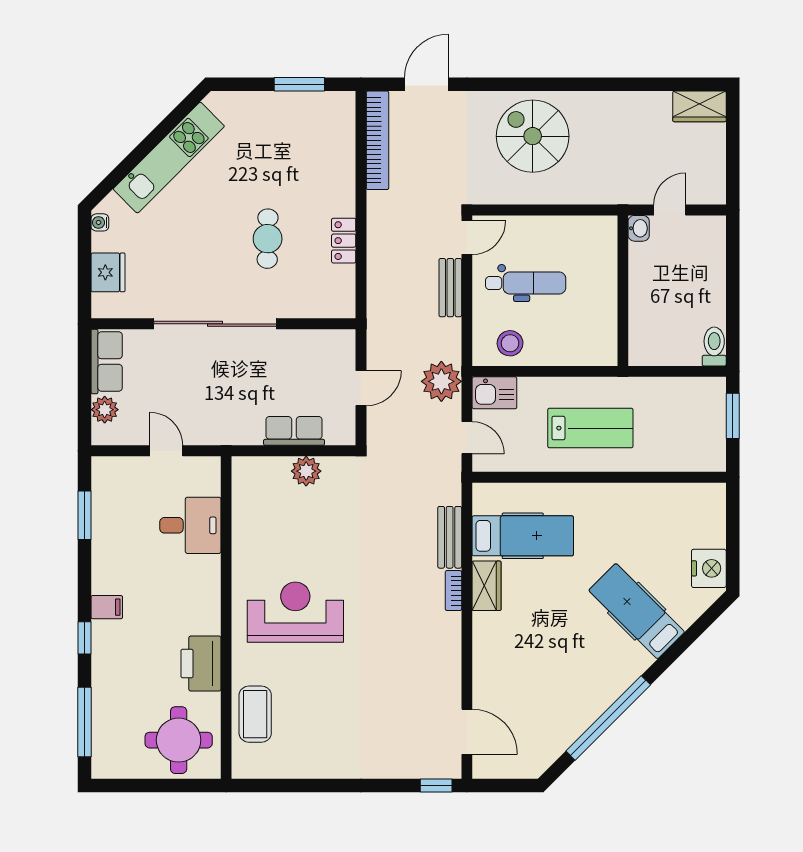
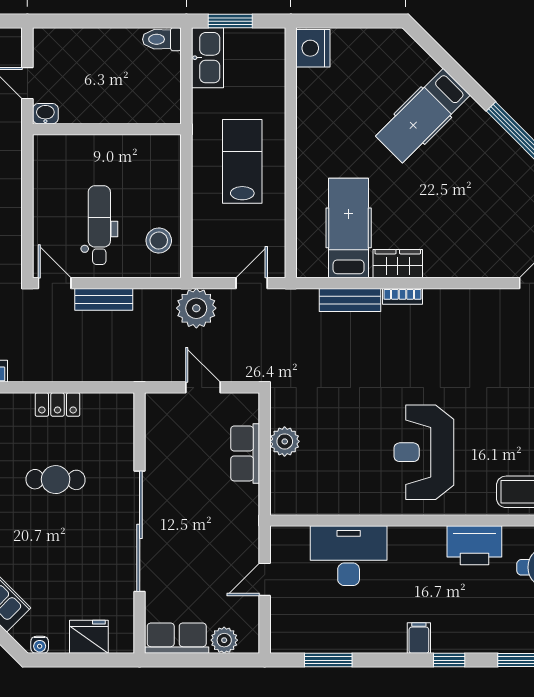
kitchen sink: (494, 393) -> (208, 58), moved, width x1.38
desk: (190, 525) -> (349, 556), width x1.37
nightstand: (709, 568) -> (313, 48), moved, turned -90

